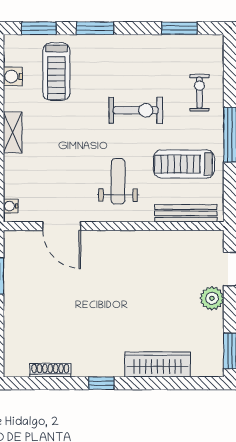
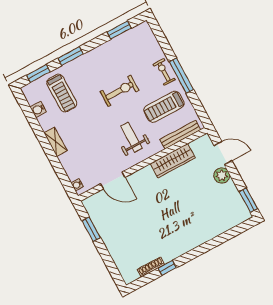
exercise bike: (199, 93) -> (164, 72), moved
wardrobe: (158, 364) -> (173, 161), moved, turned 180
window: (101, 383) -> (167, 268), moved

